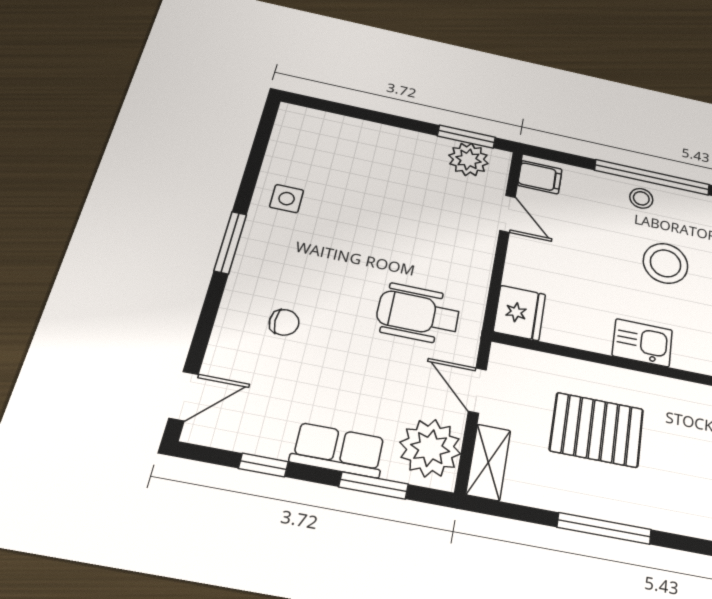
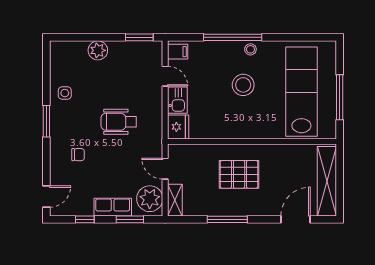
plant: (468, 159) -> (98, 50), moved
stool: (641, 198) -> (250, 49), moved
wheelchair: (418, 314) -> (119, 122), moved
kitchen sink: (642, 343) -> (177, 100), moved, turned 90
pallet: (597, 430) -> (239, 174), moved

